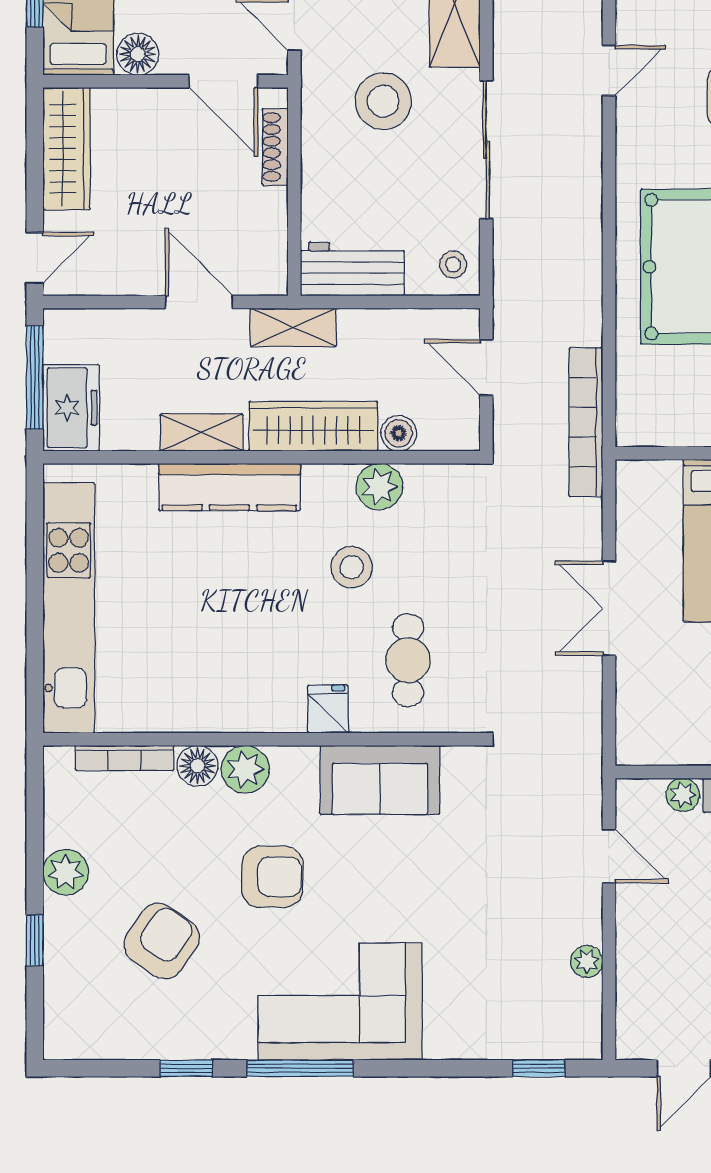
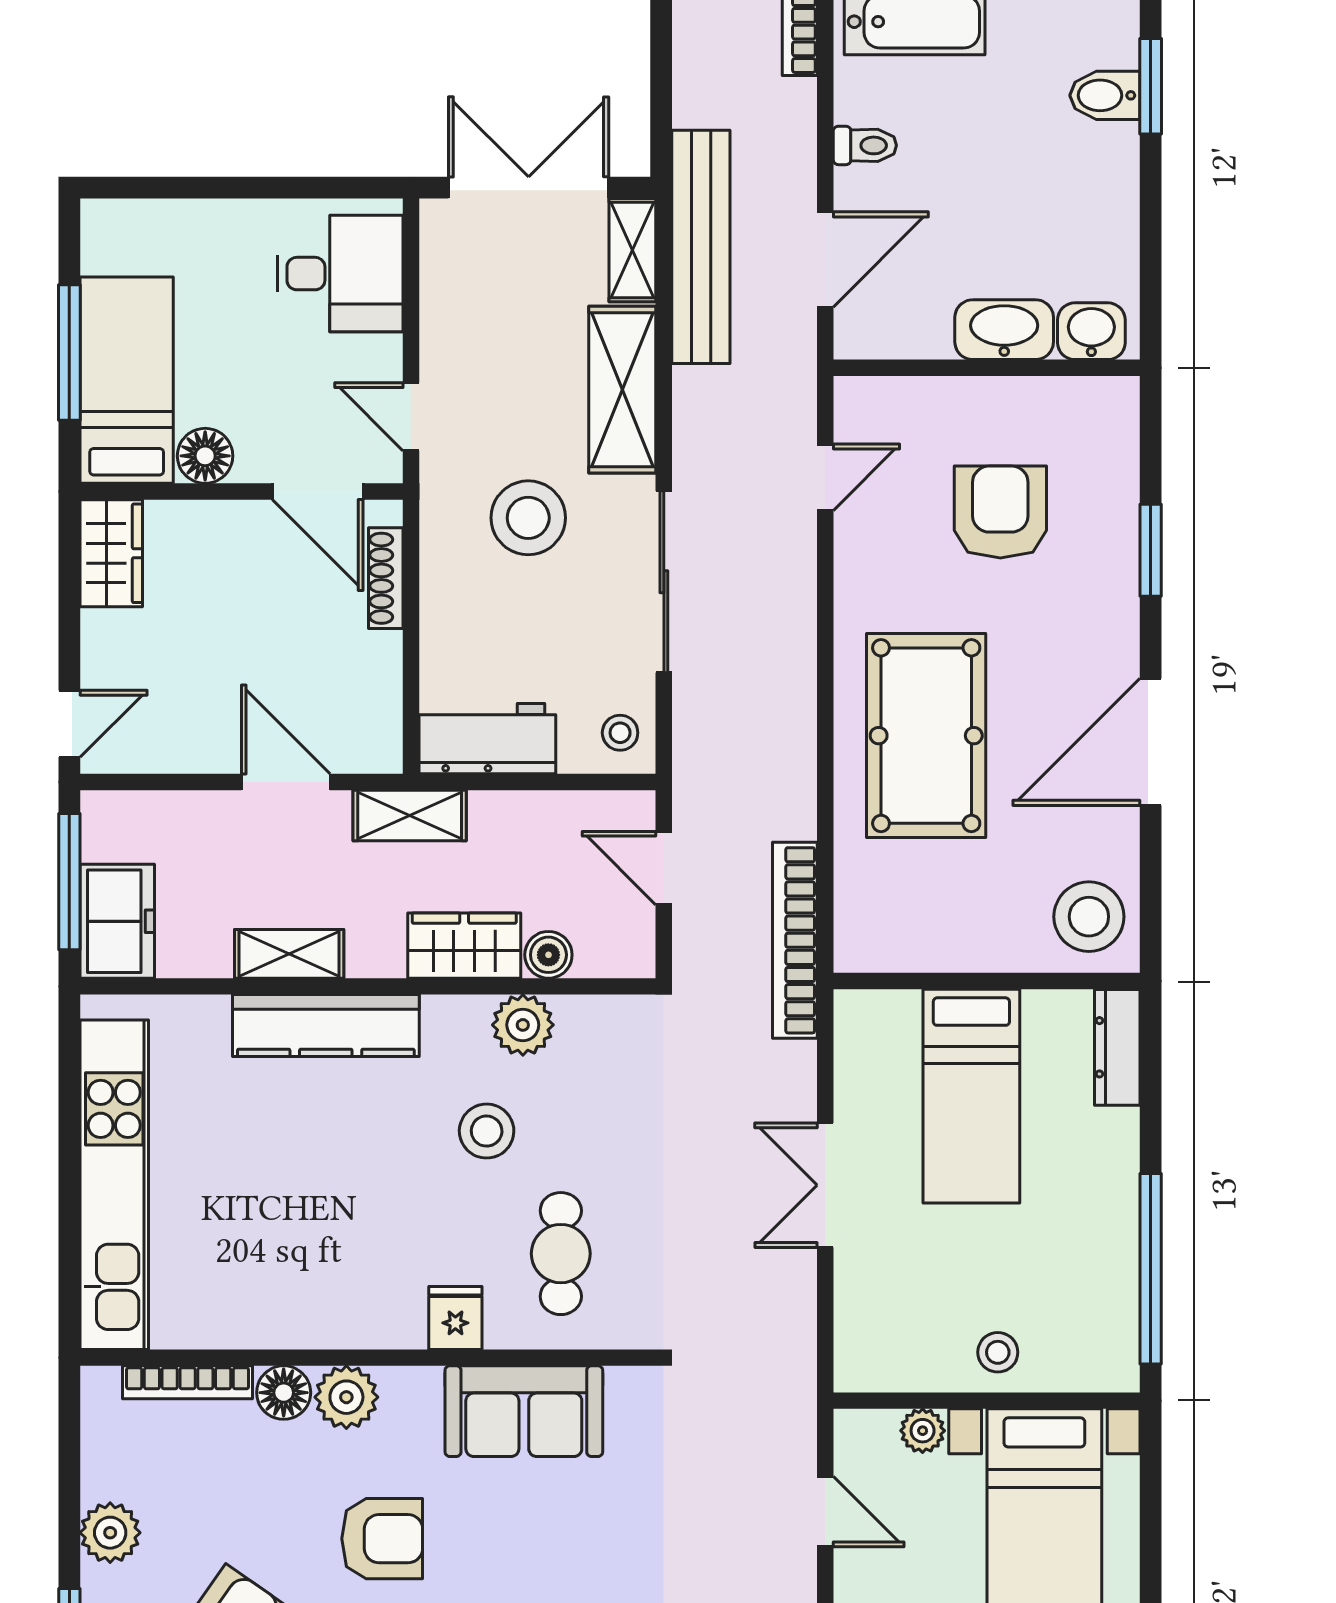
wardrobe: (67, 149) -> (111, 553), width x0.67
wardrobe: (313, 426) -> (464, 946), width x0.67

